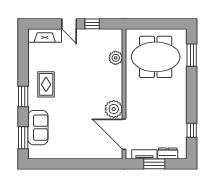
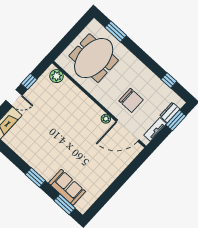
plant: (116, 58) -> (56, 76), moved
rug: (46, 84) -> (42, 154), removed
plant: (114, 109) -> (106, 119), width x0.53, depth x0.53
chair: (150, 115) -> (131, 100), added
window: (154, 164) -> (176, 120), moved

